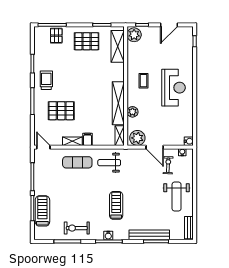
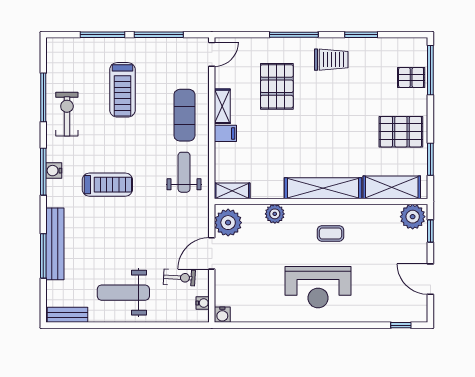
pallet: (87, 41) -> (401, 132), turned 90
shelving: (118, 103) -> (323, 188), moved
treadmill: (42, 211) -> (122, 90), moved, turned 90

